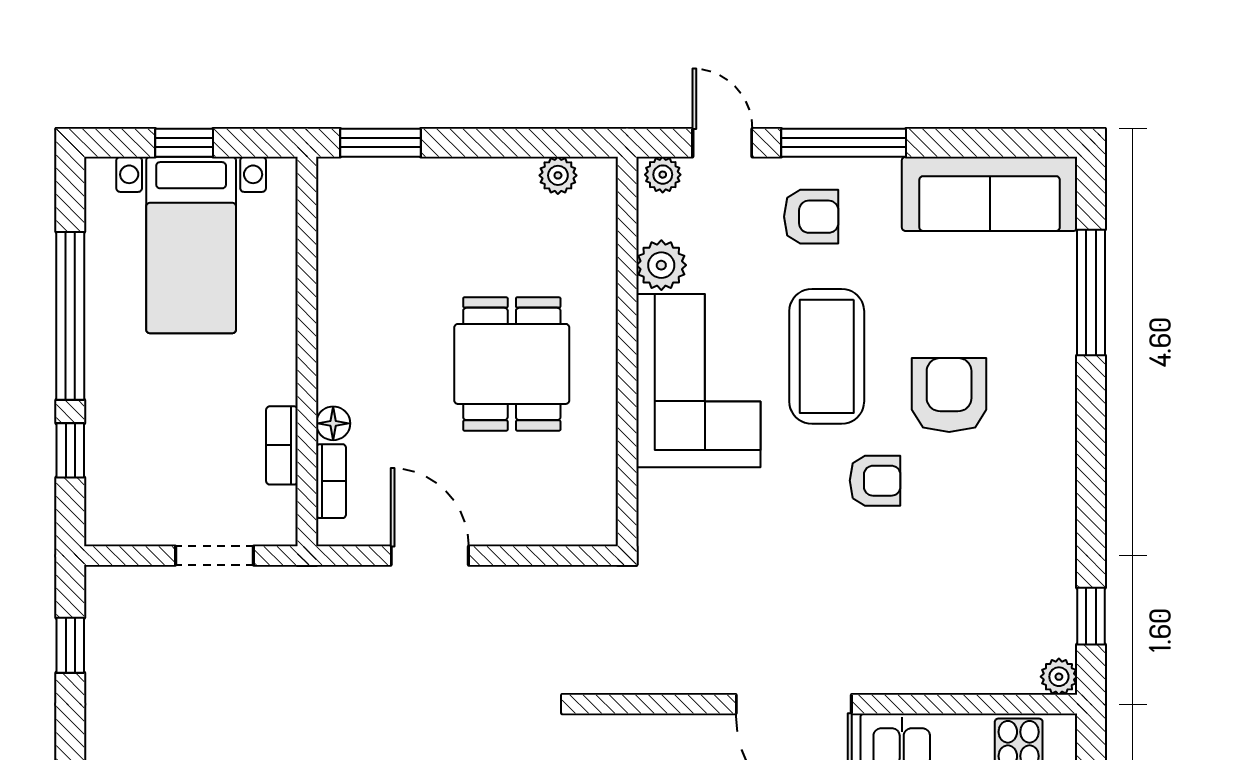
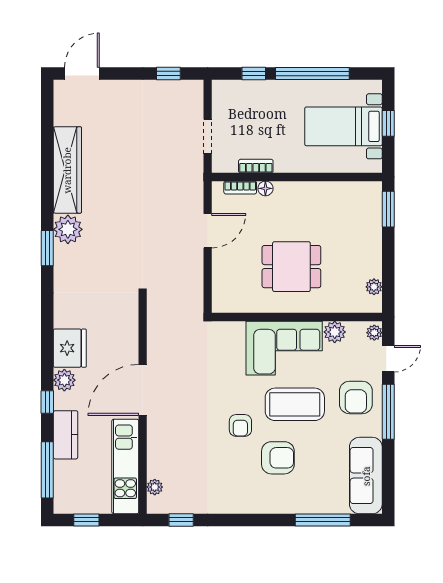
armchair: (811, 217) -> (356, 397), width x1.38, depth x1.38
plant: (1059, 677) -> (155, 487), moved

